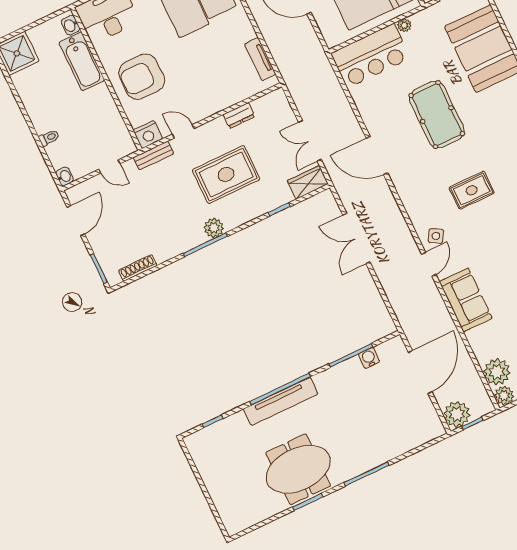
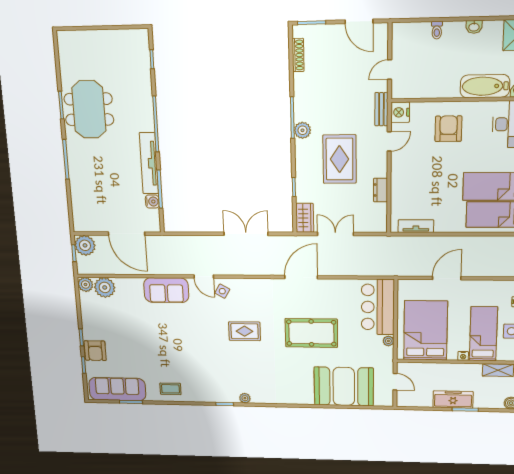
armchair: (142, 77) -> (448, 129), width x0.73, depth x0.73
washbasin: (64, 176) -> (474, 27), moved
rug: (472, 190) -> (245, 331), turned 90
tv unit: (281, 401) -> (149, 163), moved

